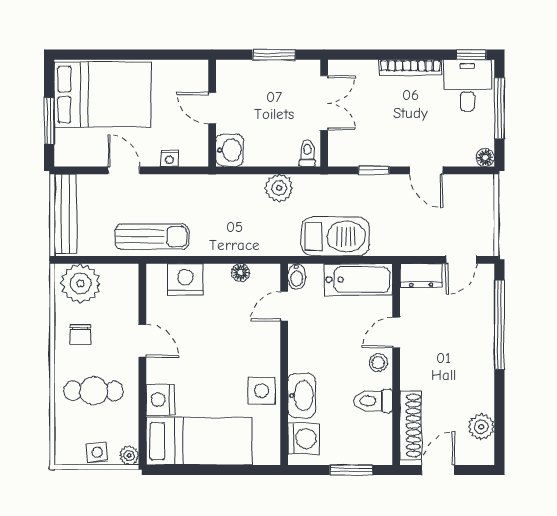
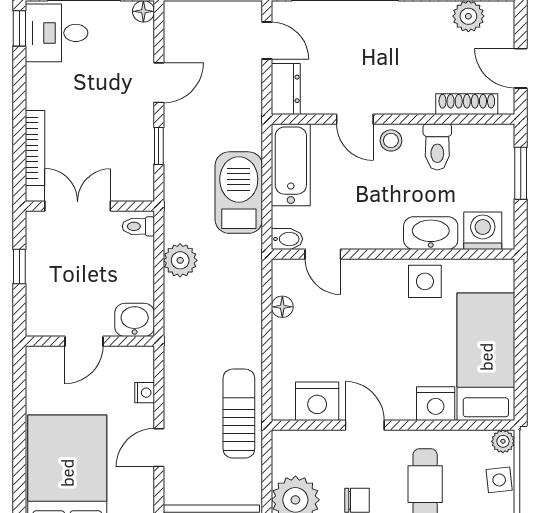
window: (274, 55) -> (19, 267), width x0.67
bookcase: (410, 68) -> (35, 148), moved
nightstand: (185, 280) -> (317, 401), moved, turned -90
door: (142, 341) -> (365, 425), hinge flipped
shoe rack: (411, 425) -> (467, 104), width x0.74, depth x0.81

